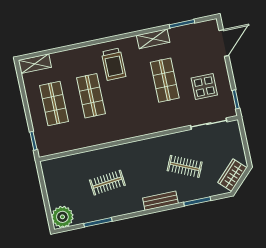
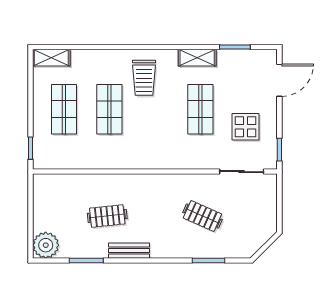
wardrobe: (232, 175) -> (257, 238), removed
bench: (160, 201) -> (129, 251), moved

